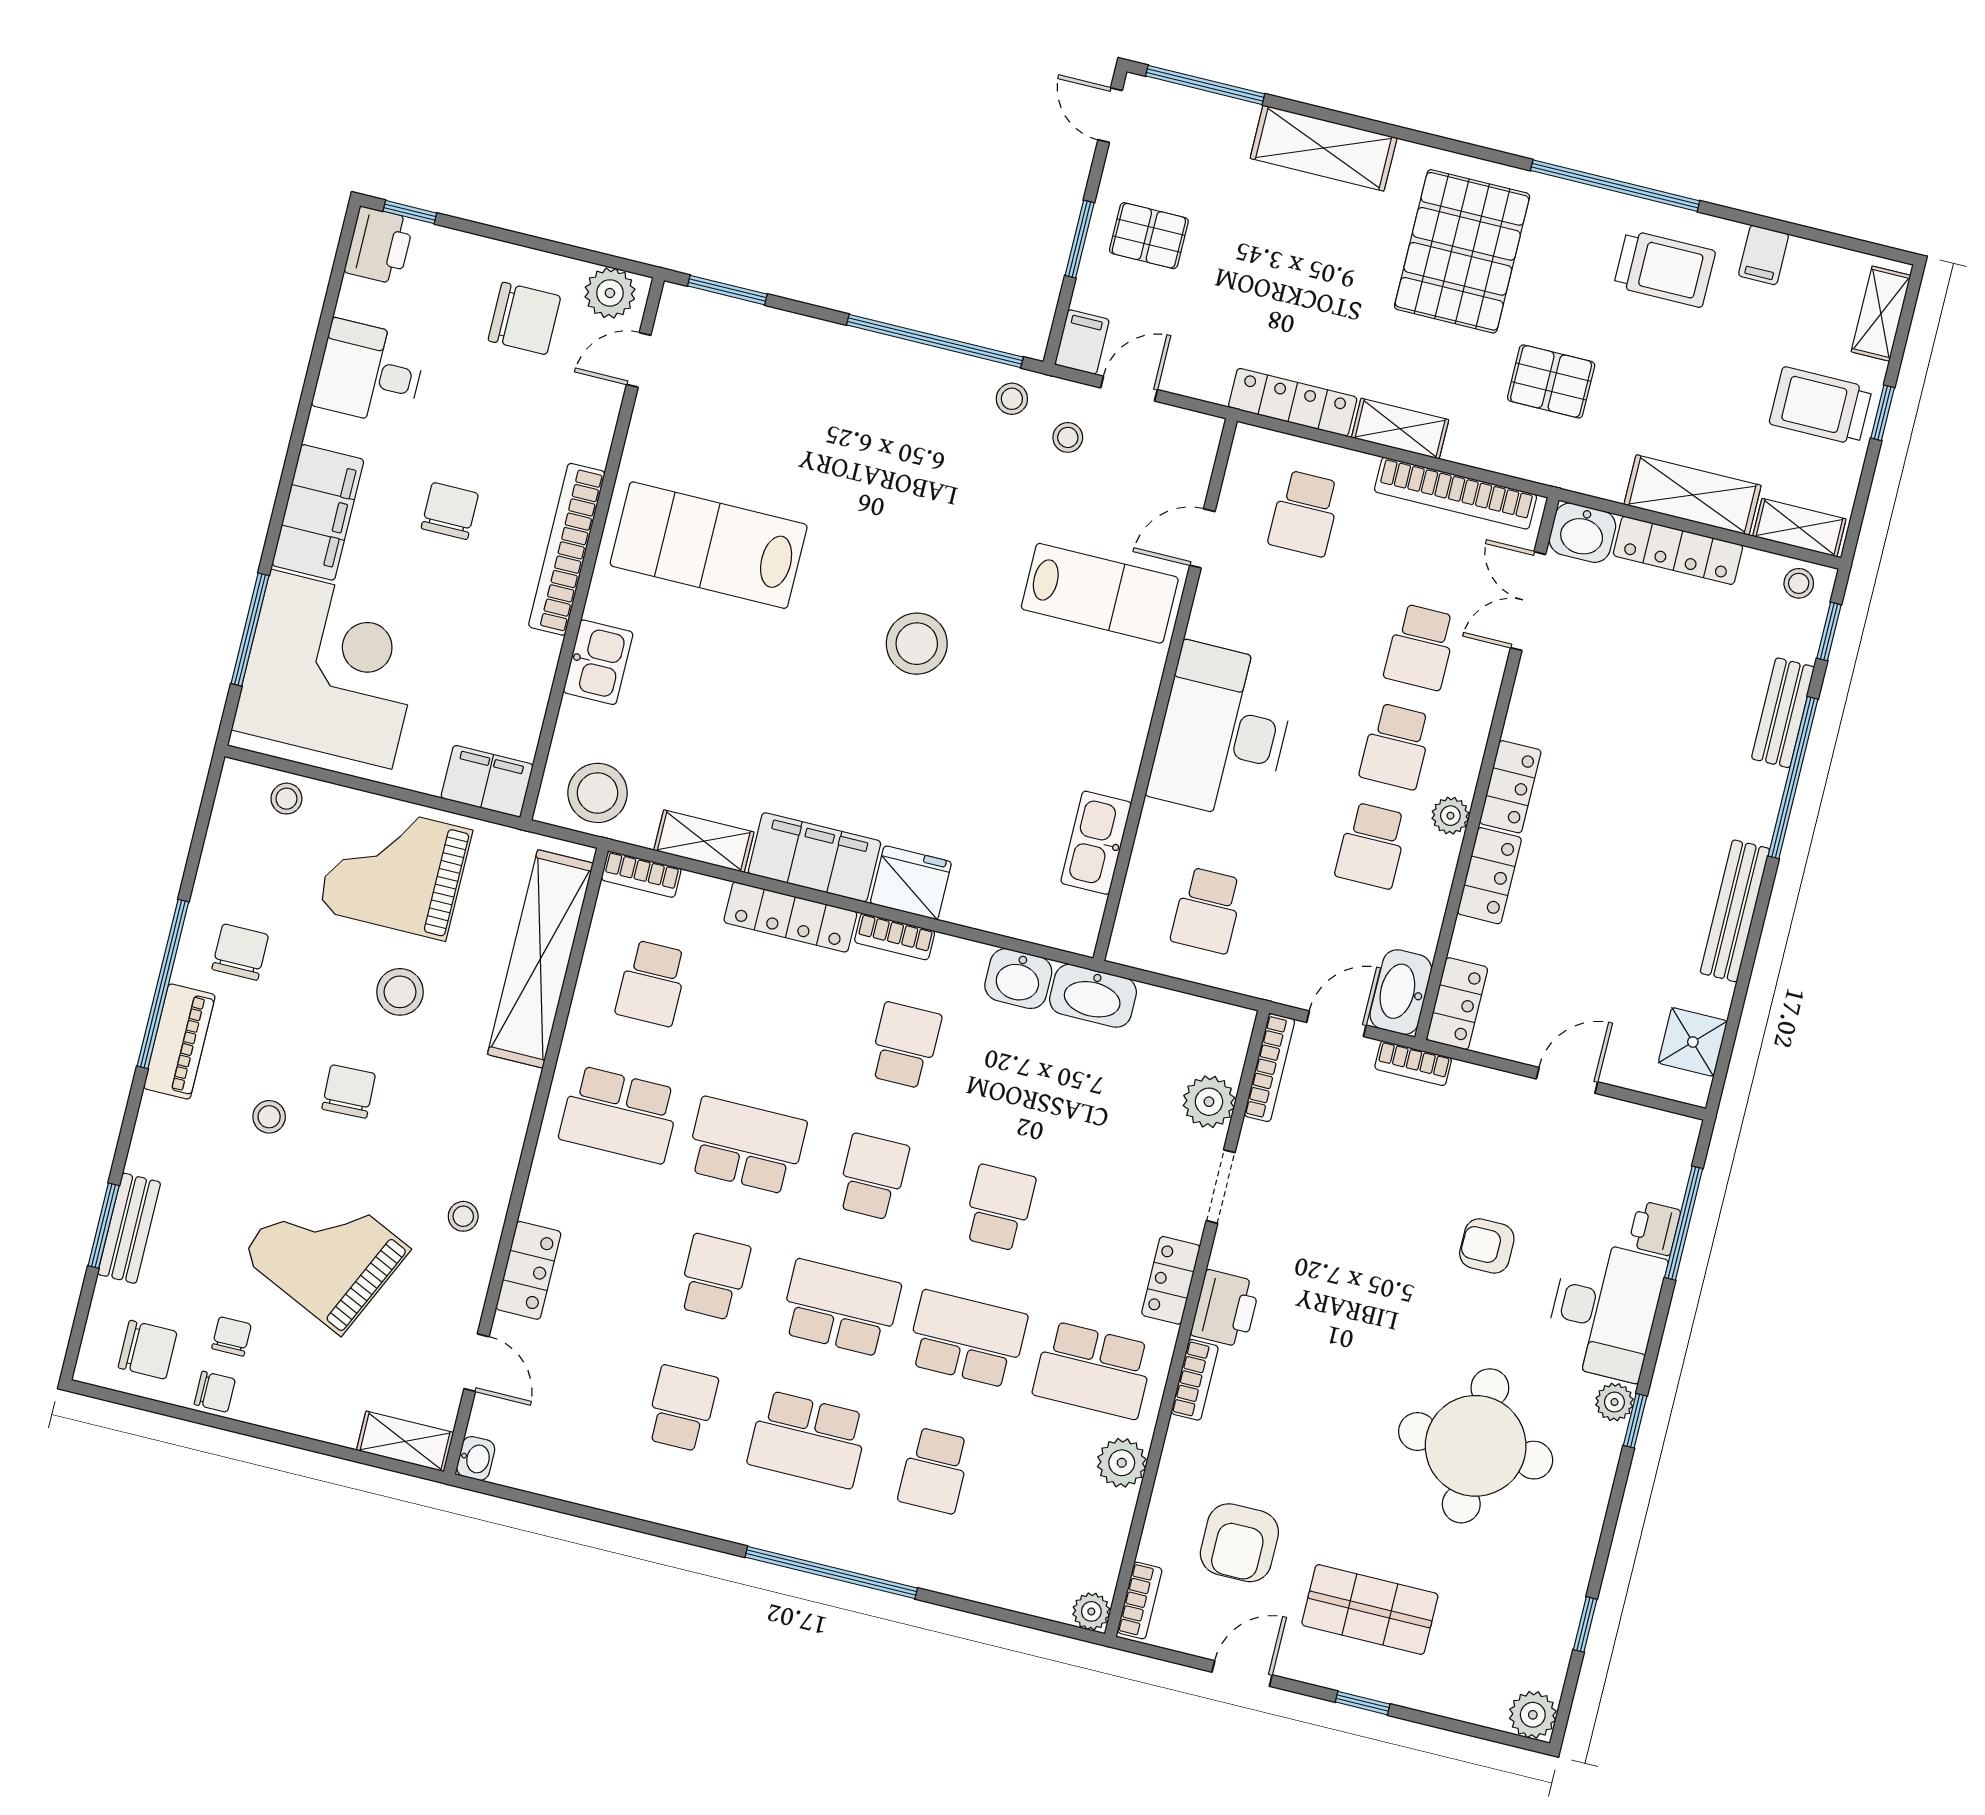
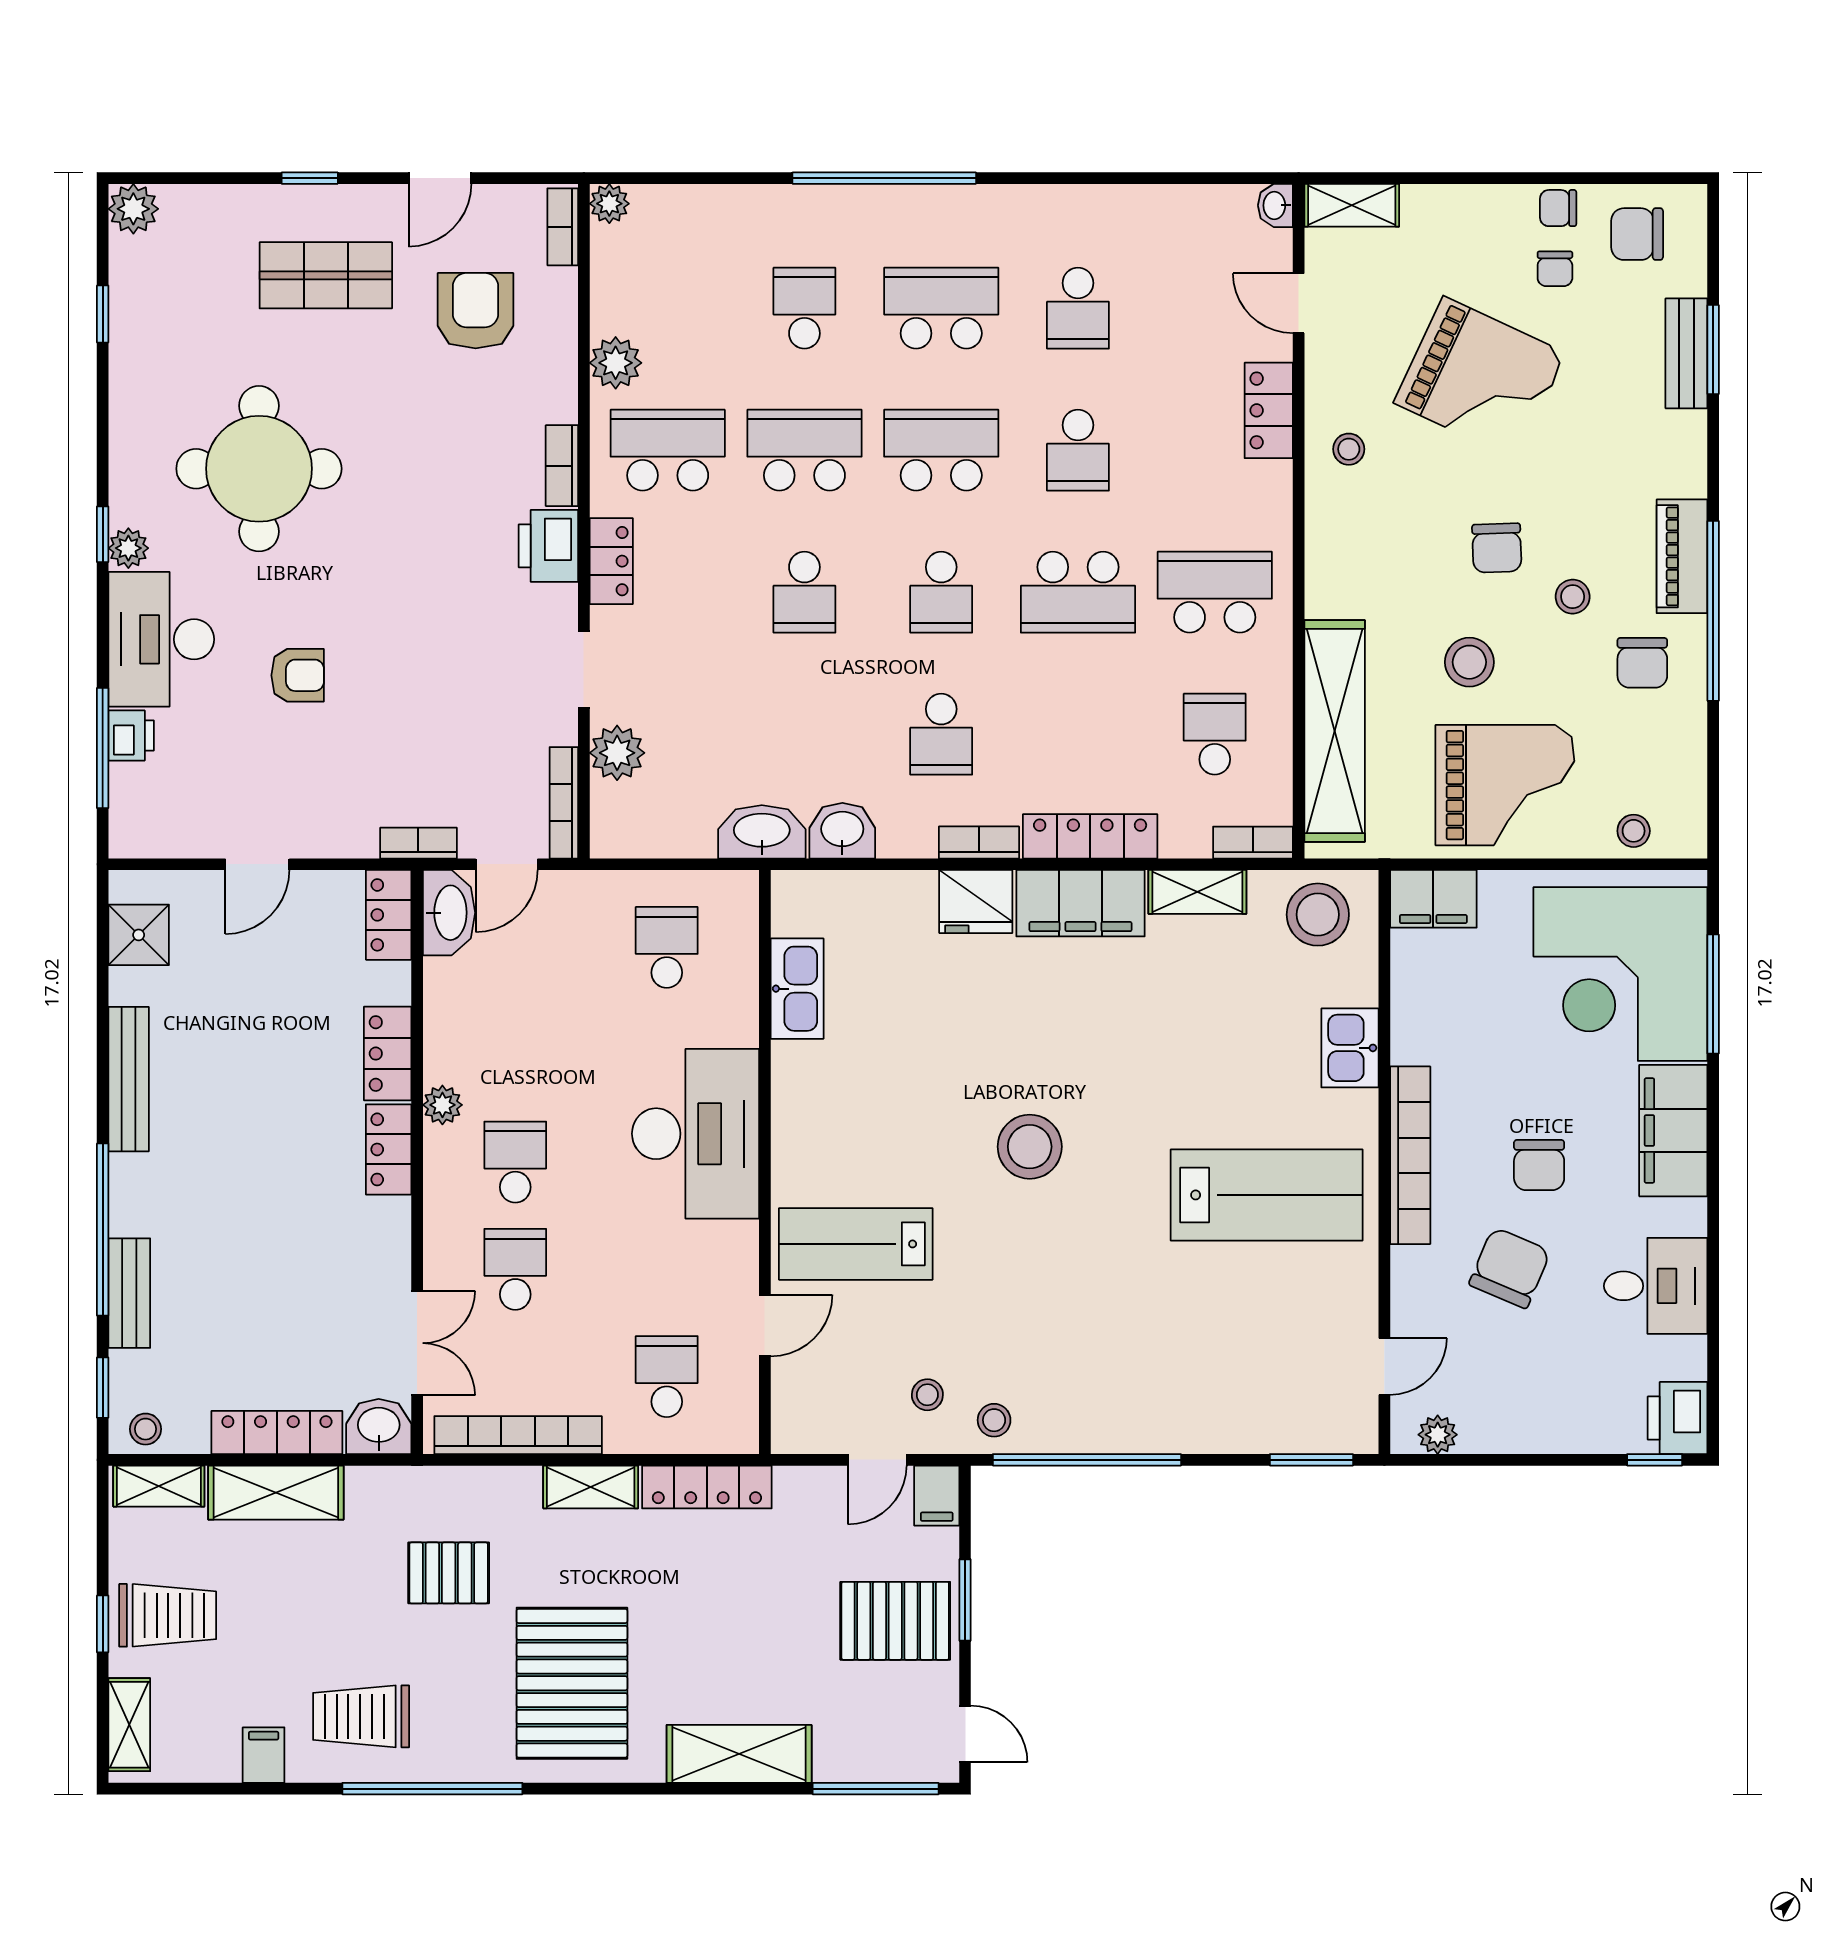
pallet: (1149, 236) -> (895, 1621), width x1.50, depth x1.42
plant: (610, 293) -> (1438, 1435), width x0.73, depth x0.73
chair: (524, 318) -> (1510, 1268), moved, turned 113
school desk: (1372, 846) -> (515, 1055), removed
stool: (269, 1117) -> (1573, 597), moved
school desk: (840, 1308) -> (941, 450), turned 180
school desk: (967, 1339) -> (804, 450), turned 180

